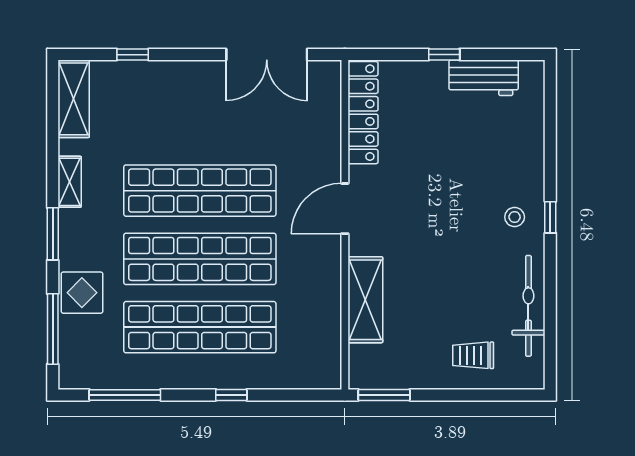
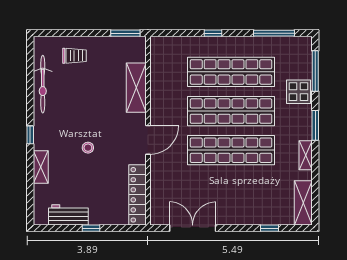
shelving: (532, 161) -> (41, 167), added
stool: (515, 217) -> (88, 148), moved

